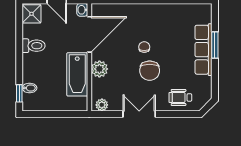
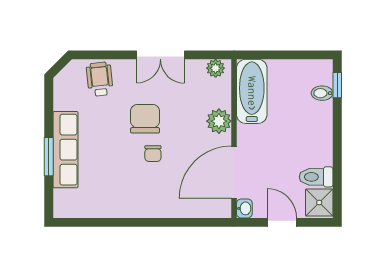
toilet: (34, 46) -> (316, 177), moved
bathtub: (77, 74) -> (252, 91), moved
wheelchair: (180, 97) -> (100, 79), turned -96

